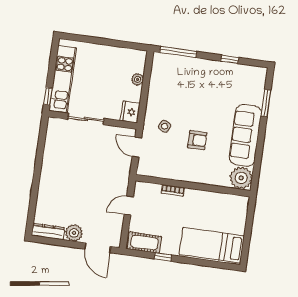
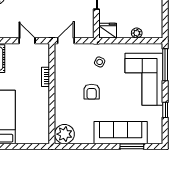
corner sofa: (191, 79) -> (144, 79), added
sofa: (245, 135) -> (121, 133), moved
door: (137, 147) -> (66, 41), moved

